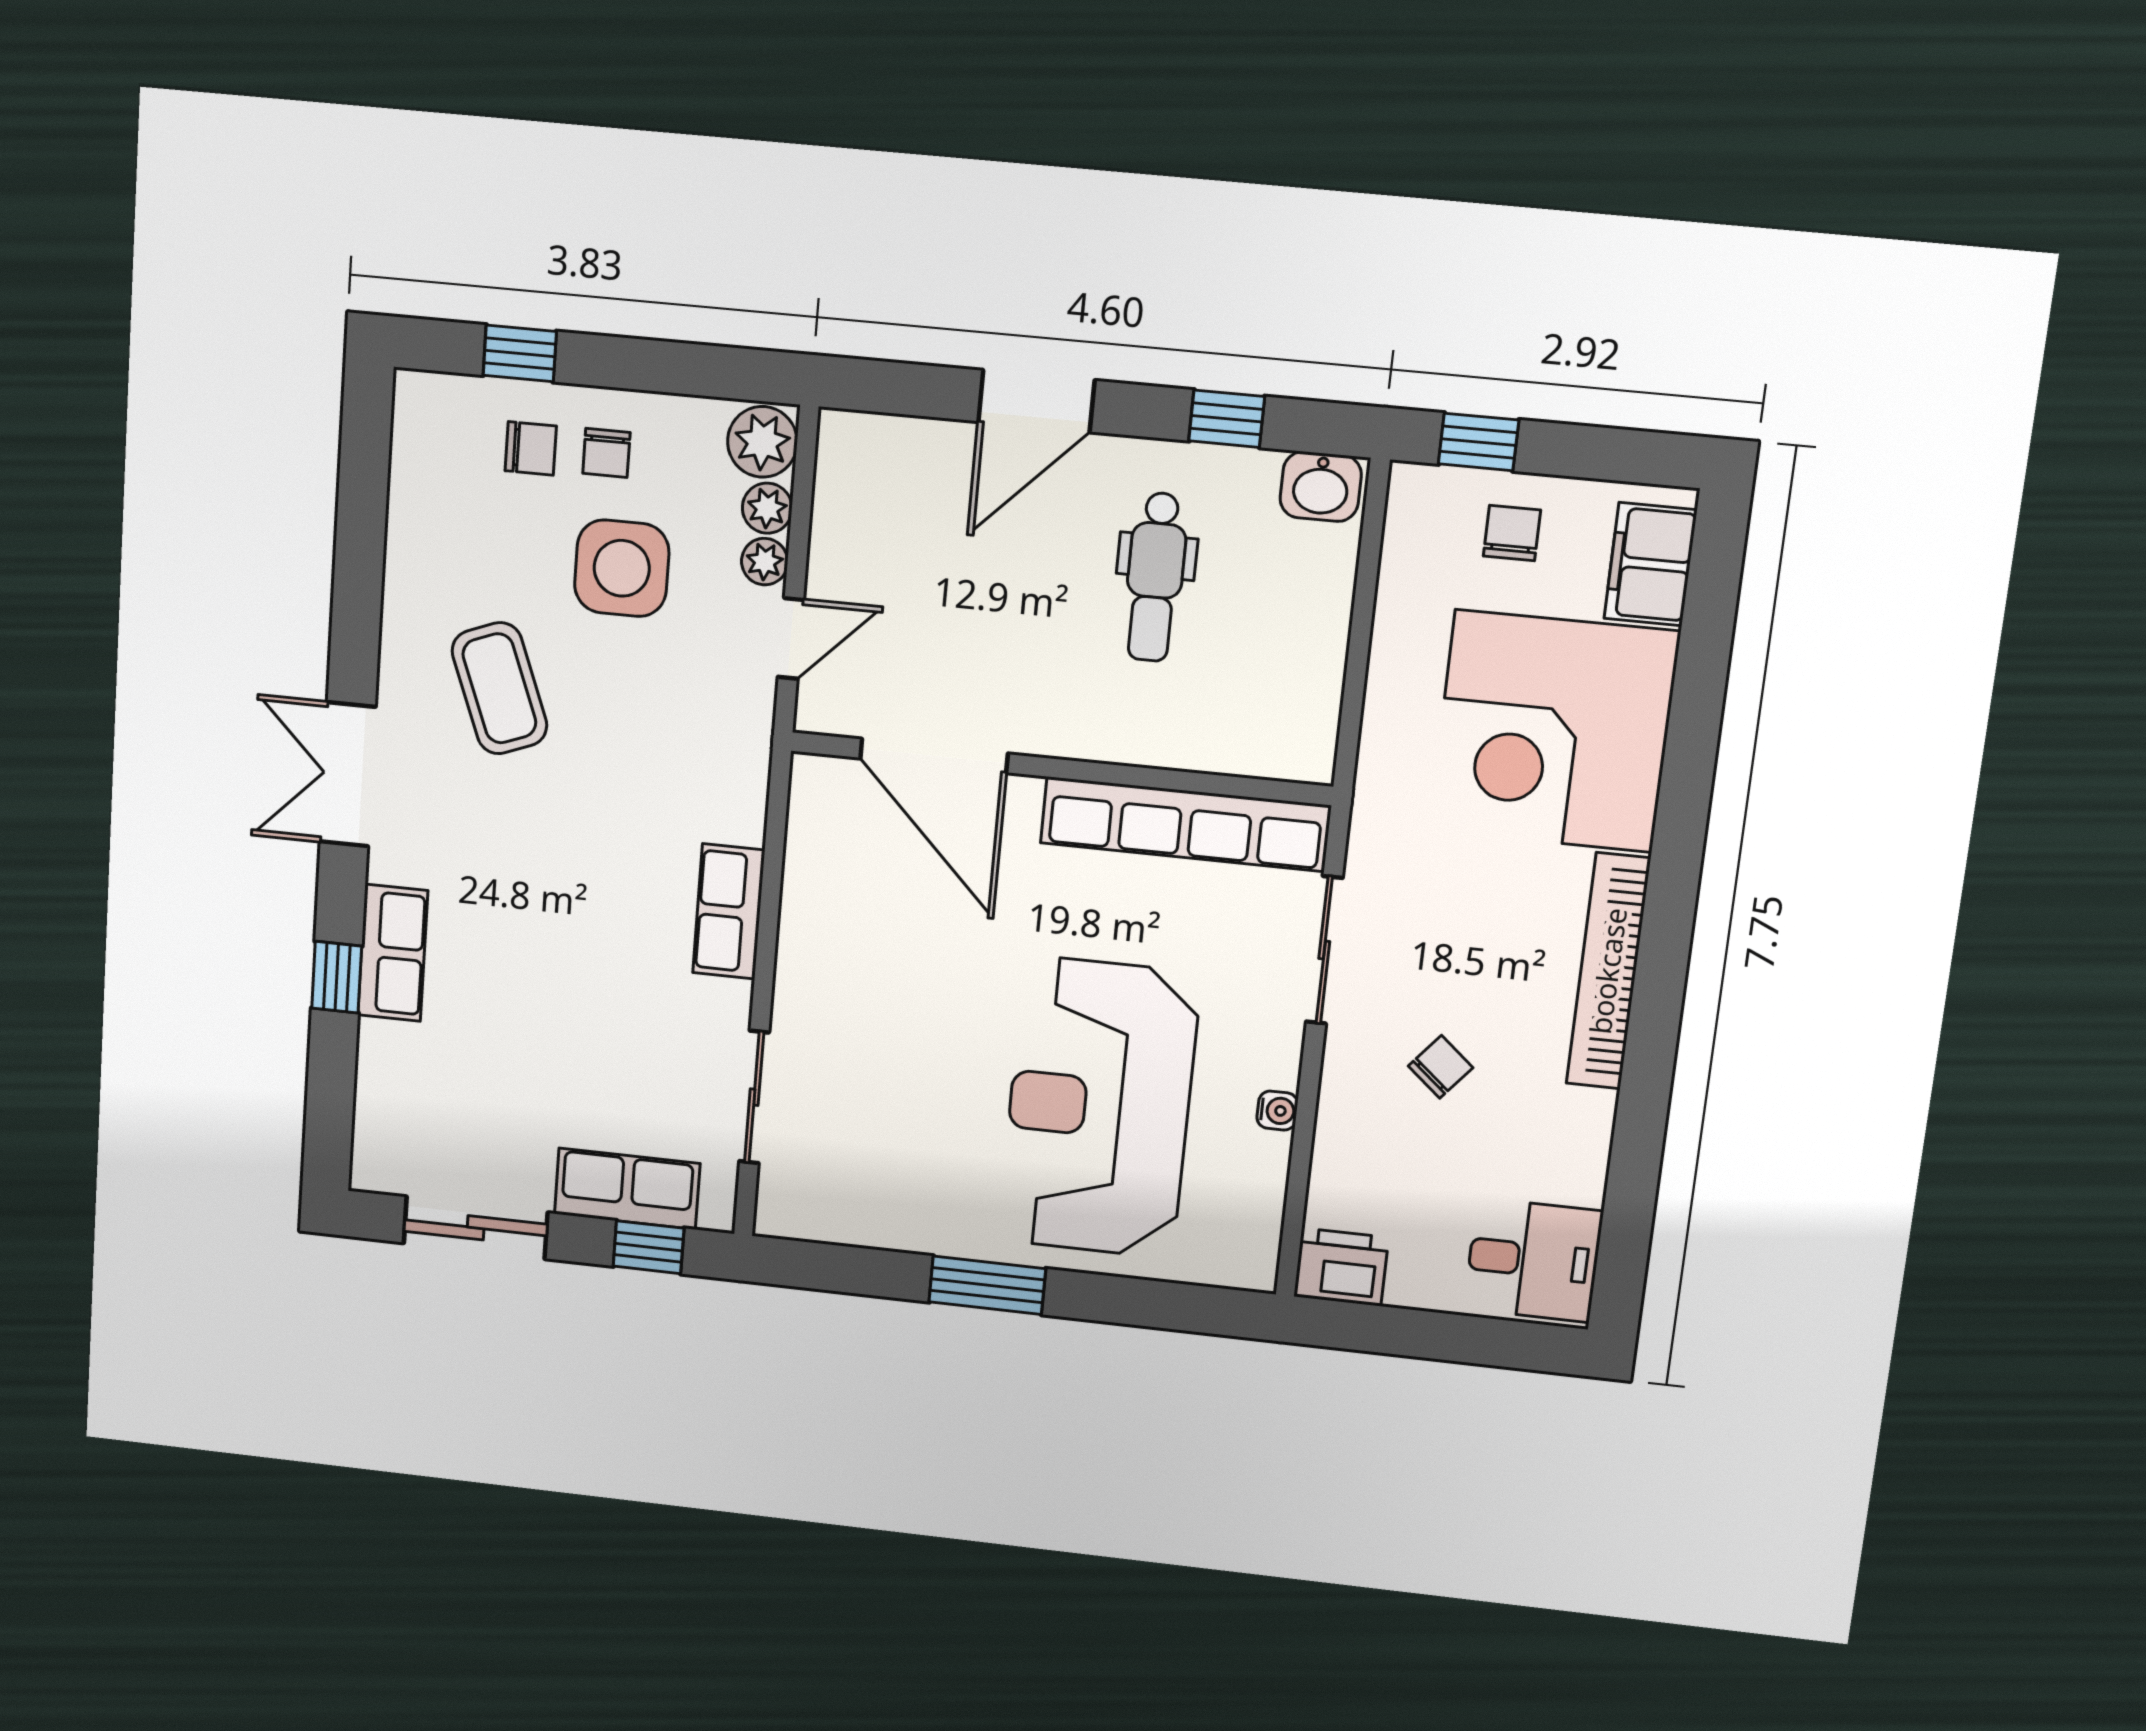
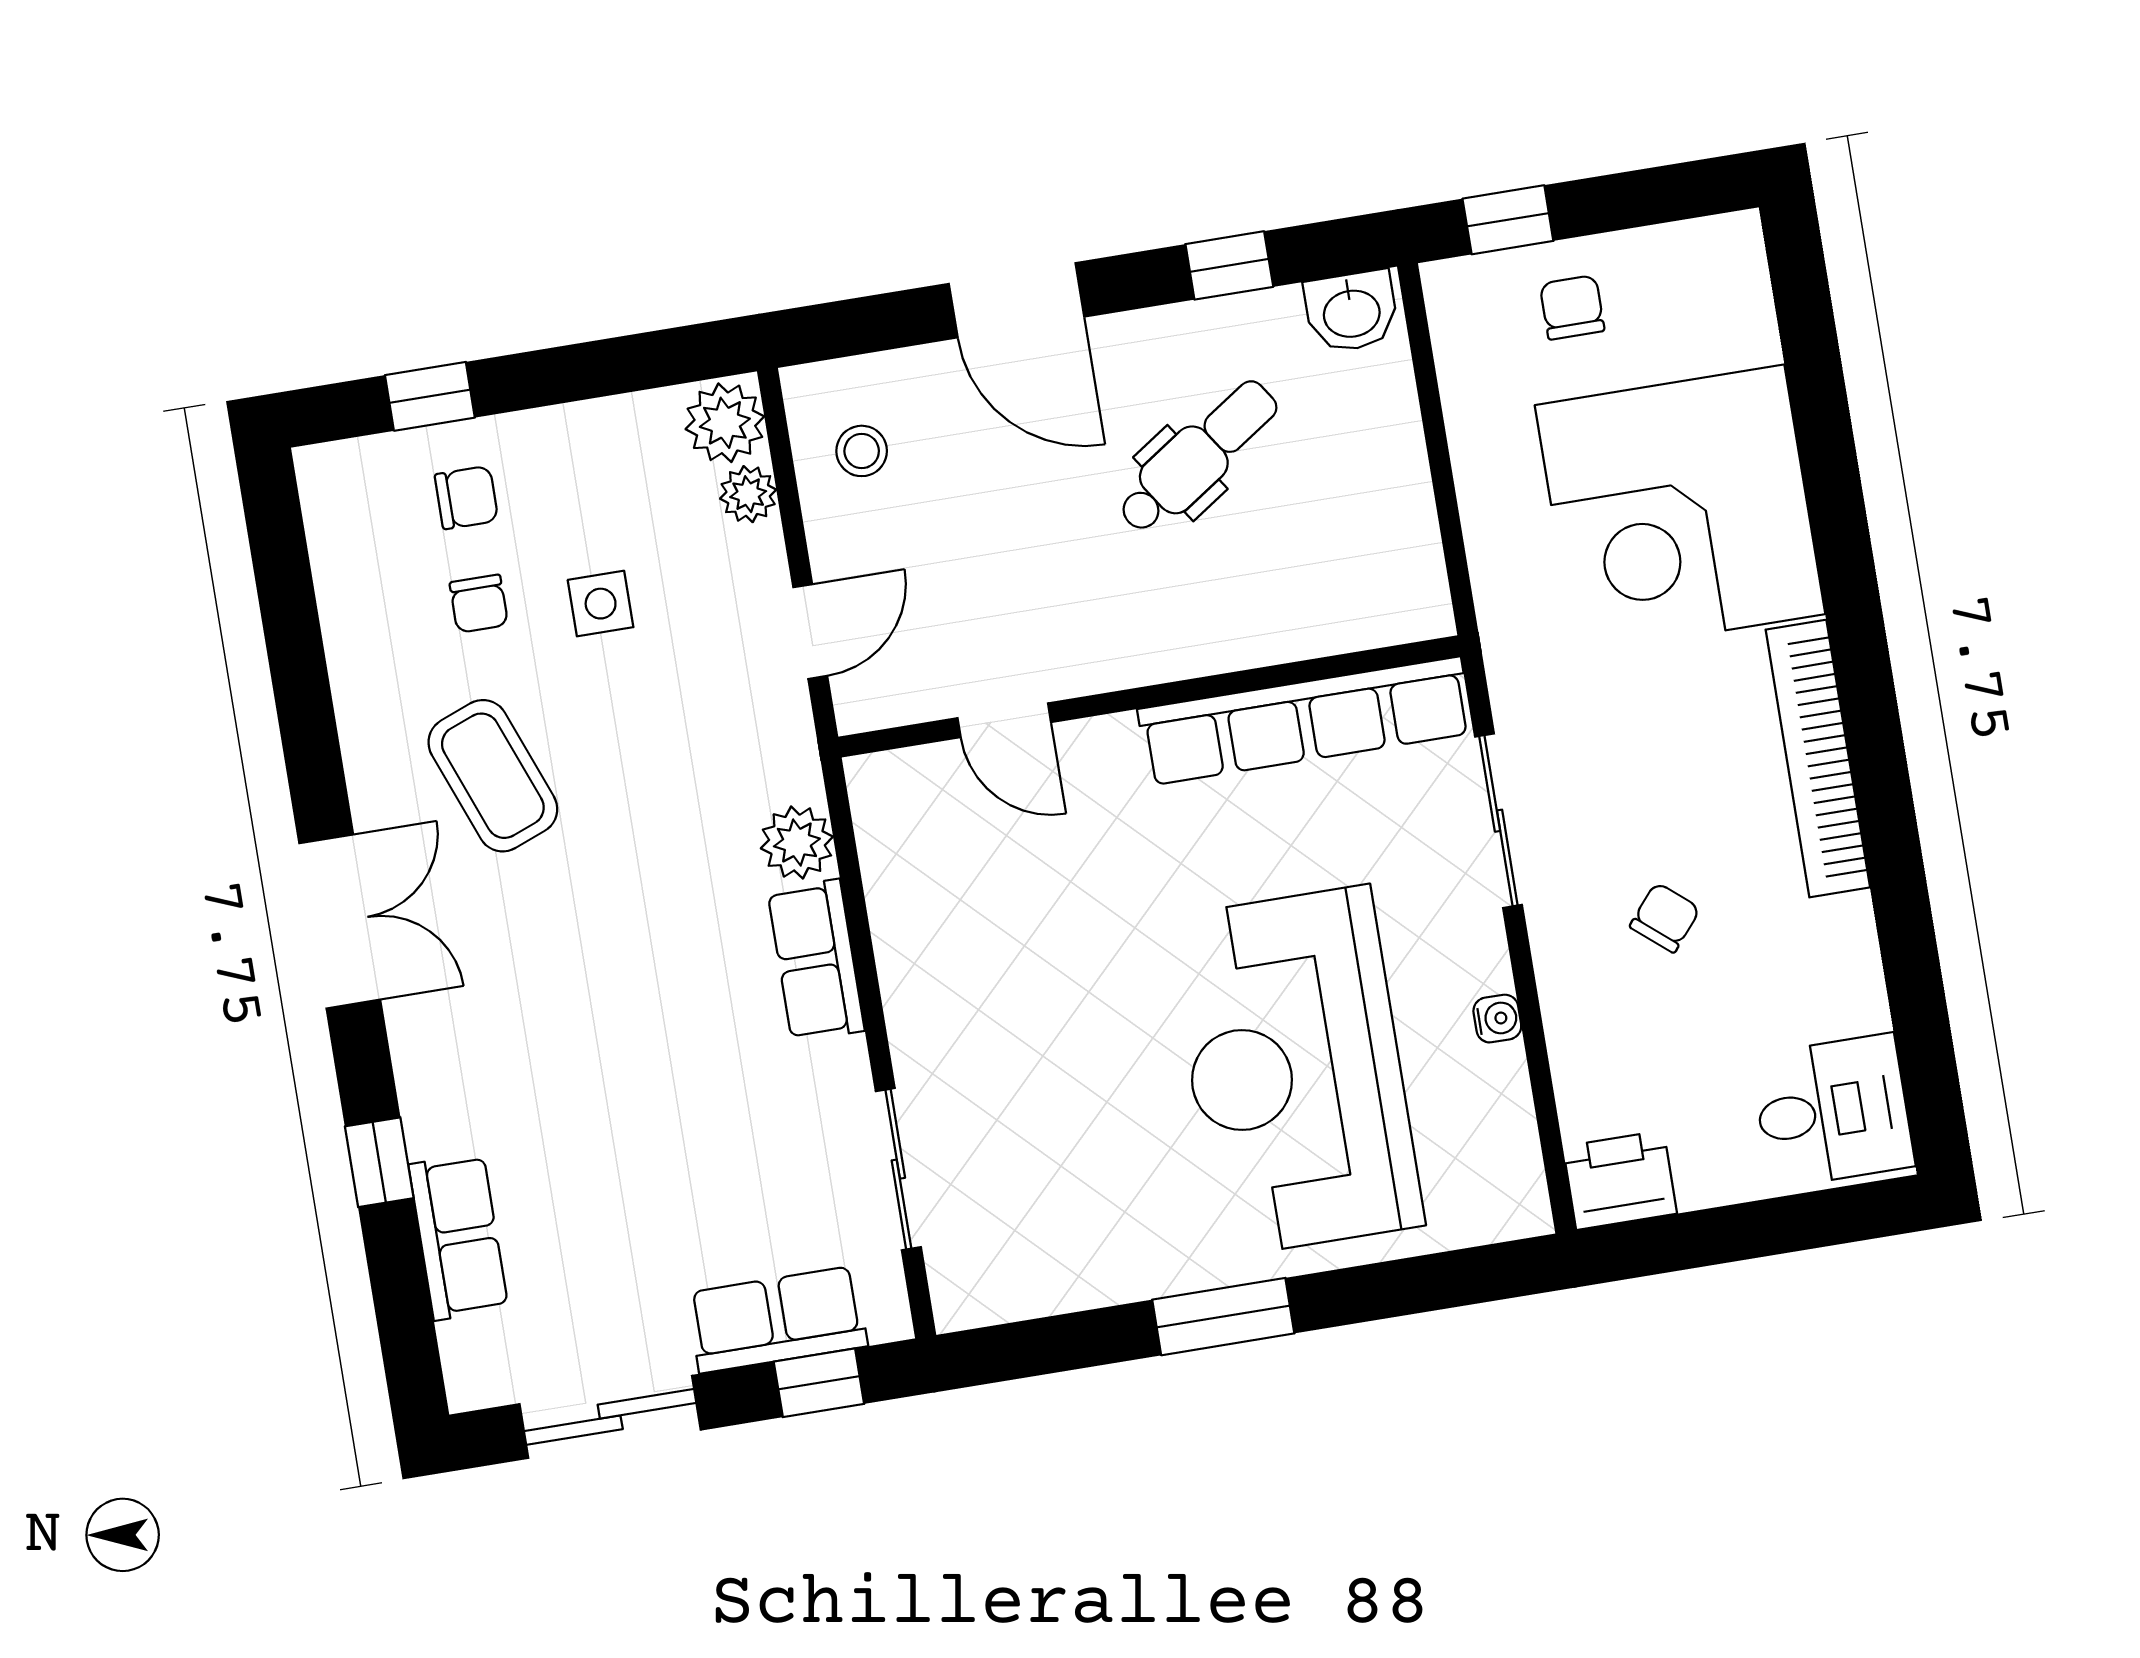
door: (1036, 401) -> (1017, 300), hinge flipped
chair: (606, 453) -> (479, 604), moved
stool: (872, 497) -> (862, 451), added
plant: (765, 562) -> (797, 843), moved, width x1.38, depth x1.38
filing cabinet: (1651, 564) -> (1730, 302), removed
side table: (622, 568) -> (601, 604), width x0.54, depth x0.54
dental chair: (1155, 577) -> (1198, 457), turned -124
door: (934, 756) -> (1004, 720), width x0.53
double door: (348, 774) -> (340, 921), swing flipped
row of seats: (393, 953) -> (458, 1237), moved

